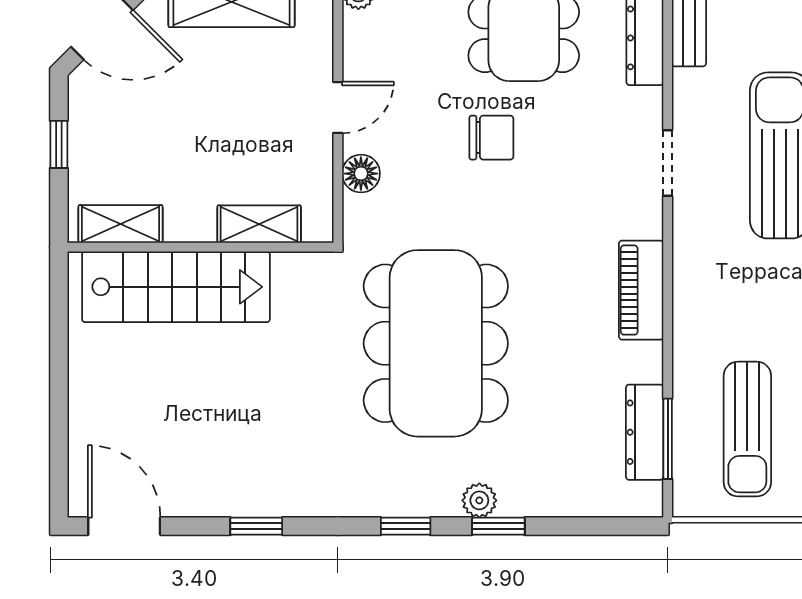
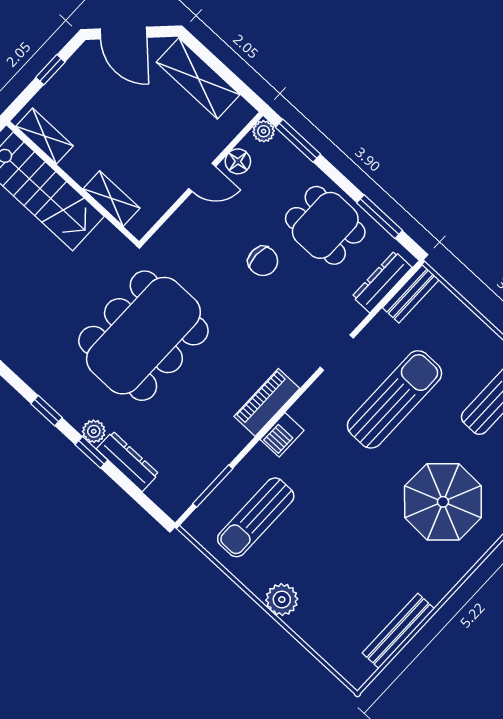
floor lamp: (361, 174) -> (238, 161), moved
barbecue: (692, 310) -> (282, 435), added
dresser: (645, 432) -> (127, 461), moved, turned 90

